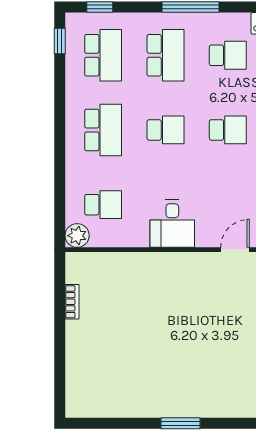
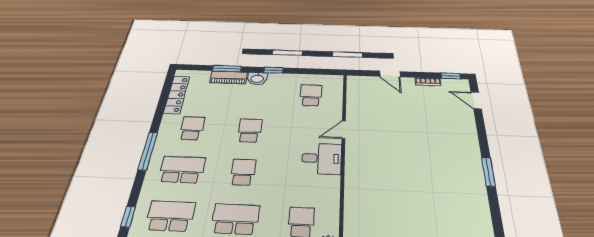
desk: (172, 224) -> (322, 159), moved
door: (235, 250) -> (344, 130), hinge flipped

